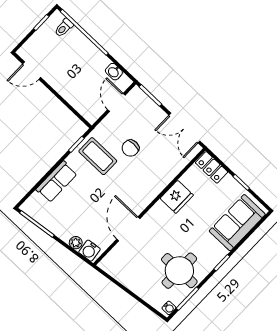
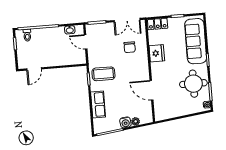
chair: (130, 148) -> (130, 47), moved
sofa: (237, 223) -> (196, 41), width x1.36
water cooler: (89, 251) -> (125, 122), moved

